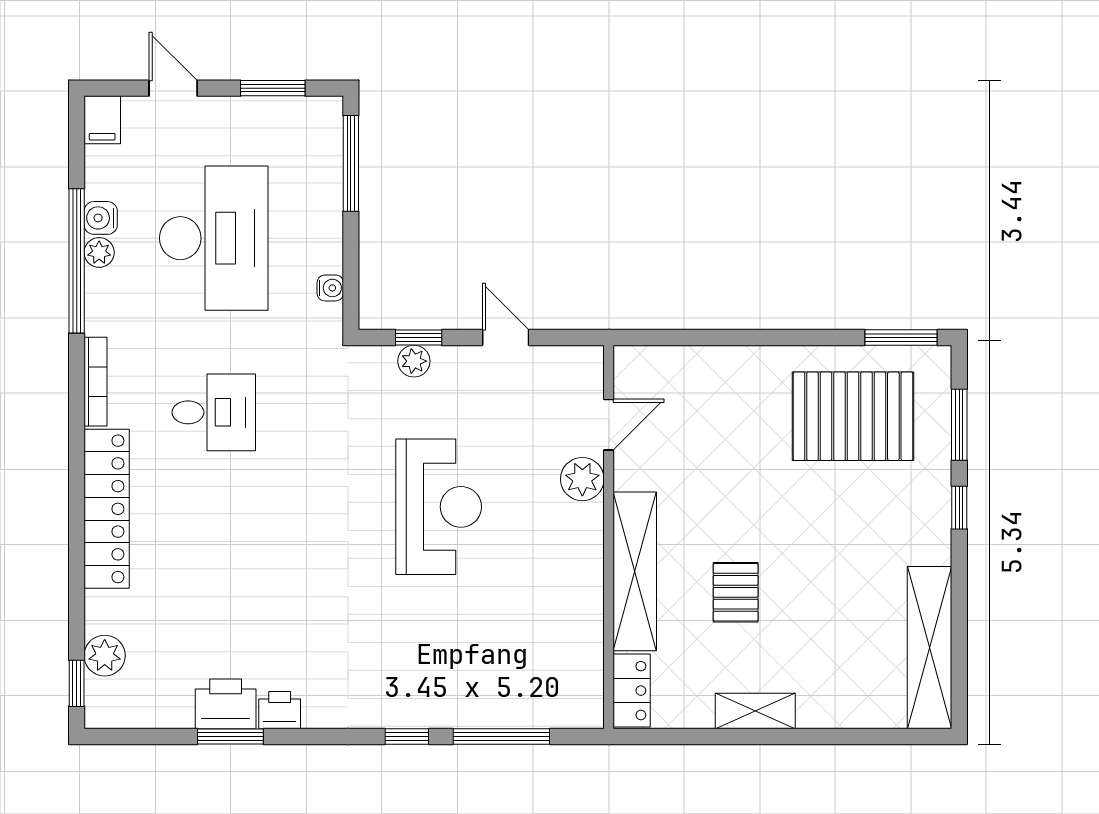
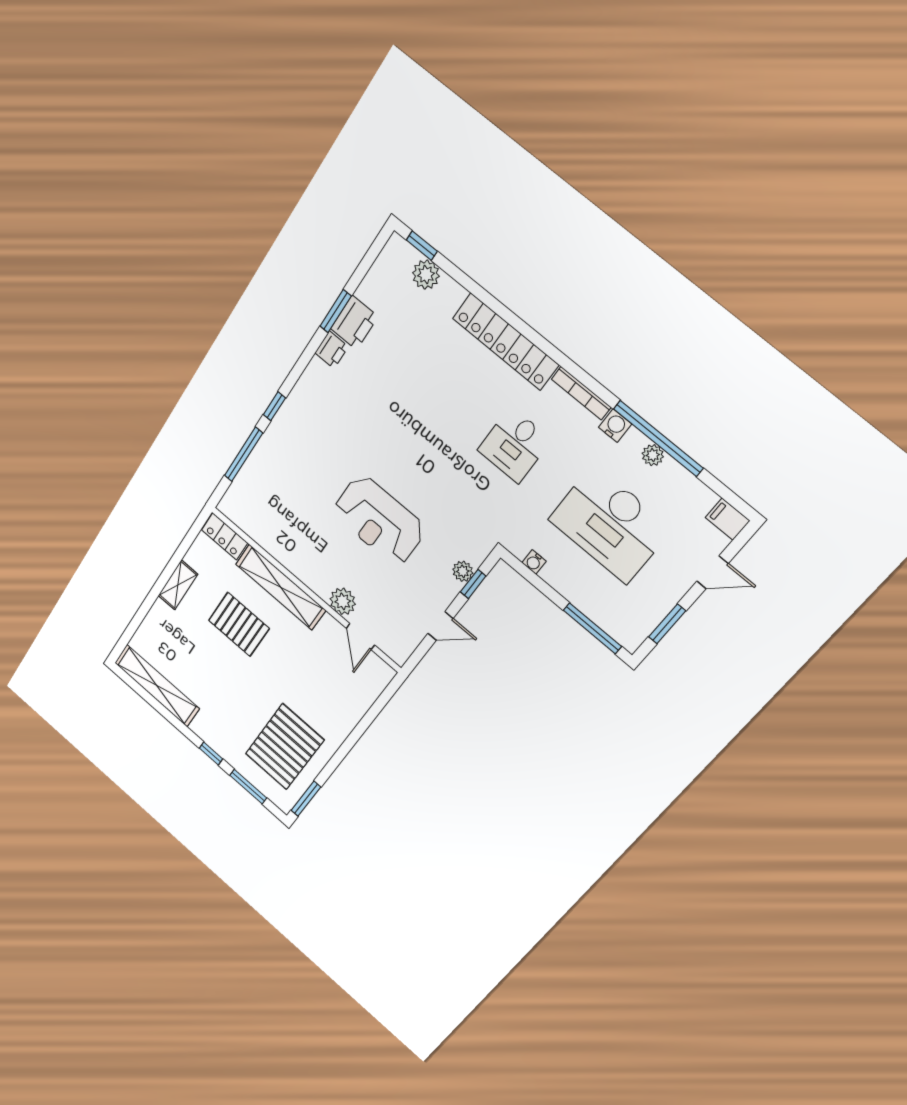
water cooler: (101, 218) -> (615, 426), moved
pallet: (736, 592) -> (239, 624), width x1.50, depth x1.42

